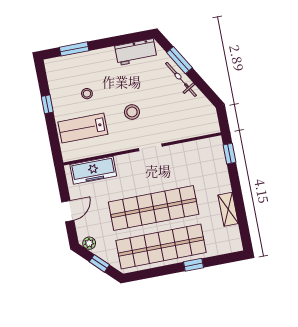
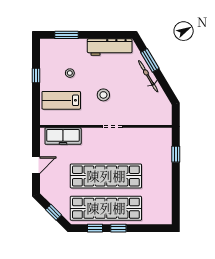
workbench: (136, 52) -> (110, 47), width x1.37
window: (230, 154) -> (176, 154), moved
shelving: (228, 209) -> (166, 189), removed
plant: (89, 243) -> (48, 194), removed
window: (193, 265) -> (118, 228), moved
window: (153, 273) -> (95, 228), added

